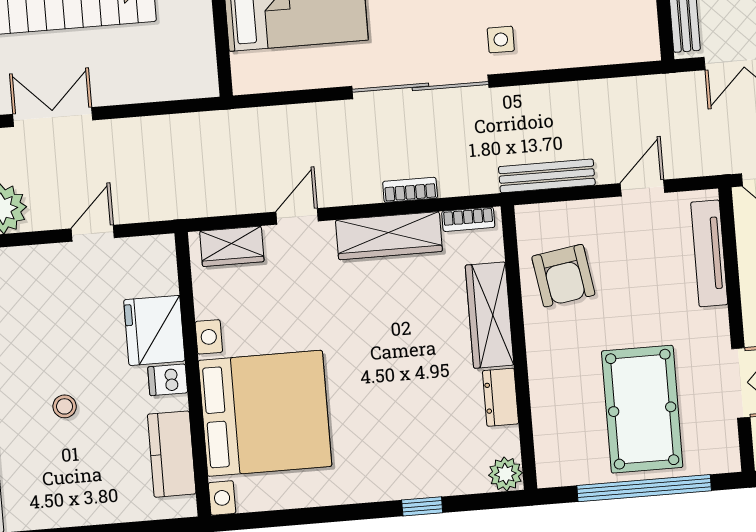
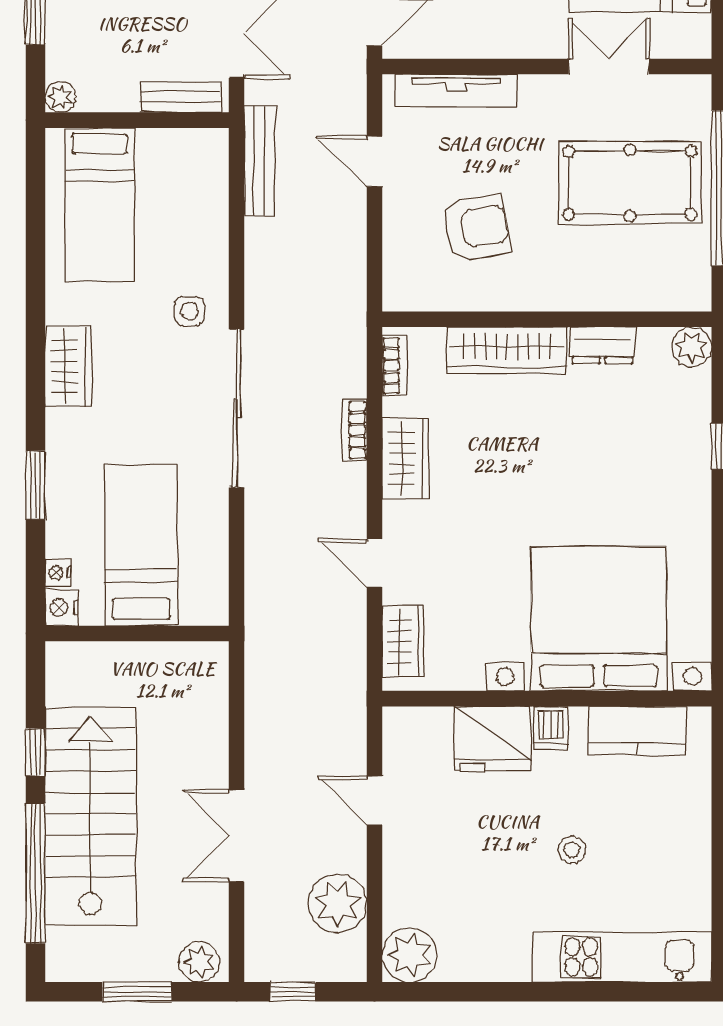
bench: (547, 176) -> (260, 161), moved
wardrobe: (389, 236) -> (405, 459), width x0.67
armchair: (563, 276) -> (476, 227), moved

